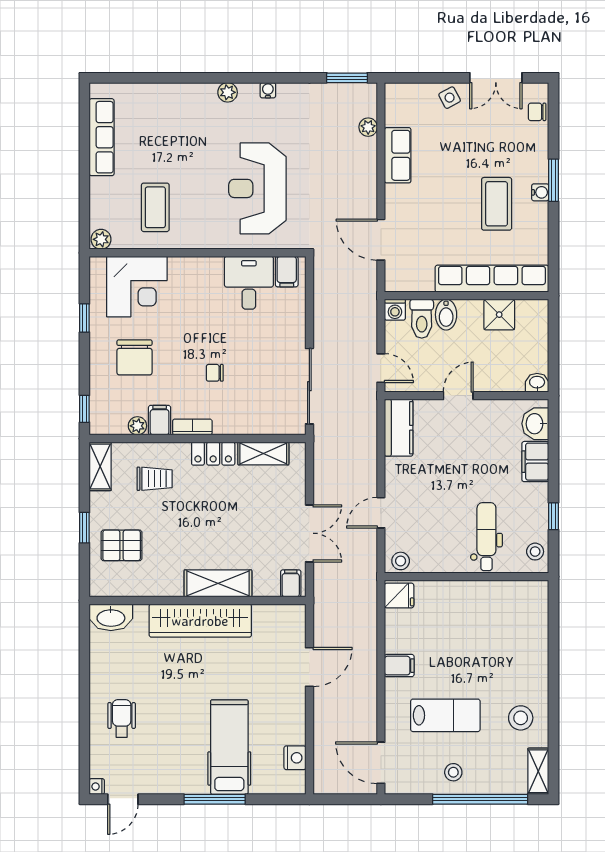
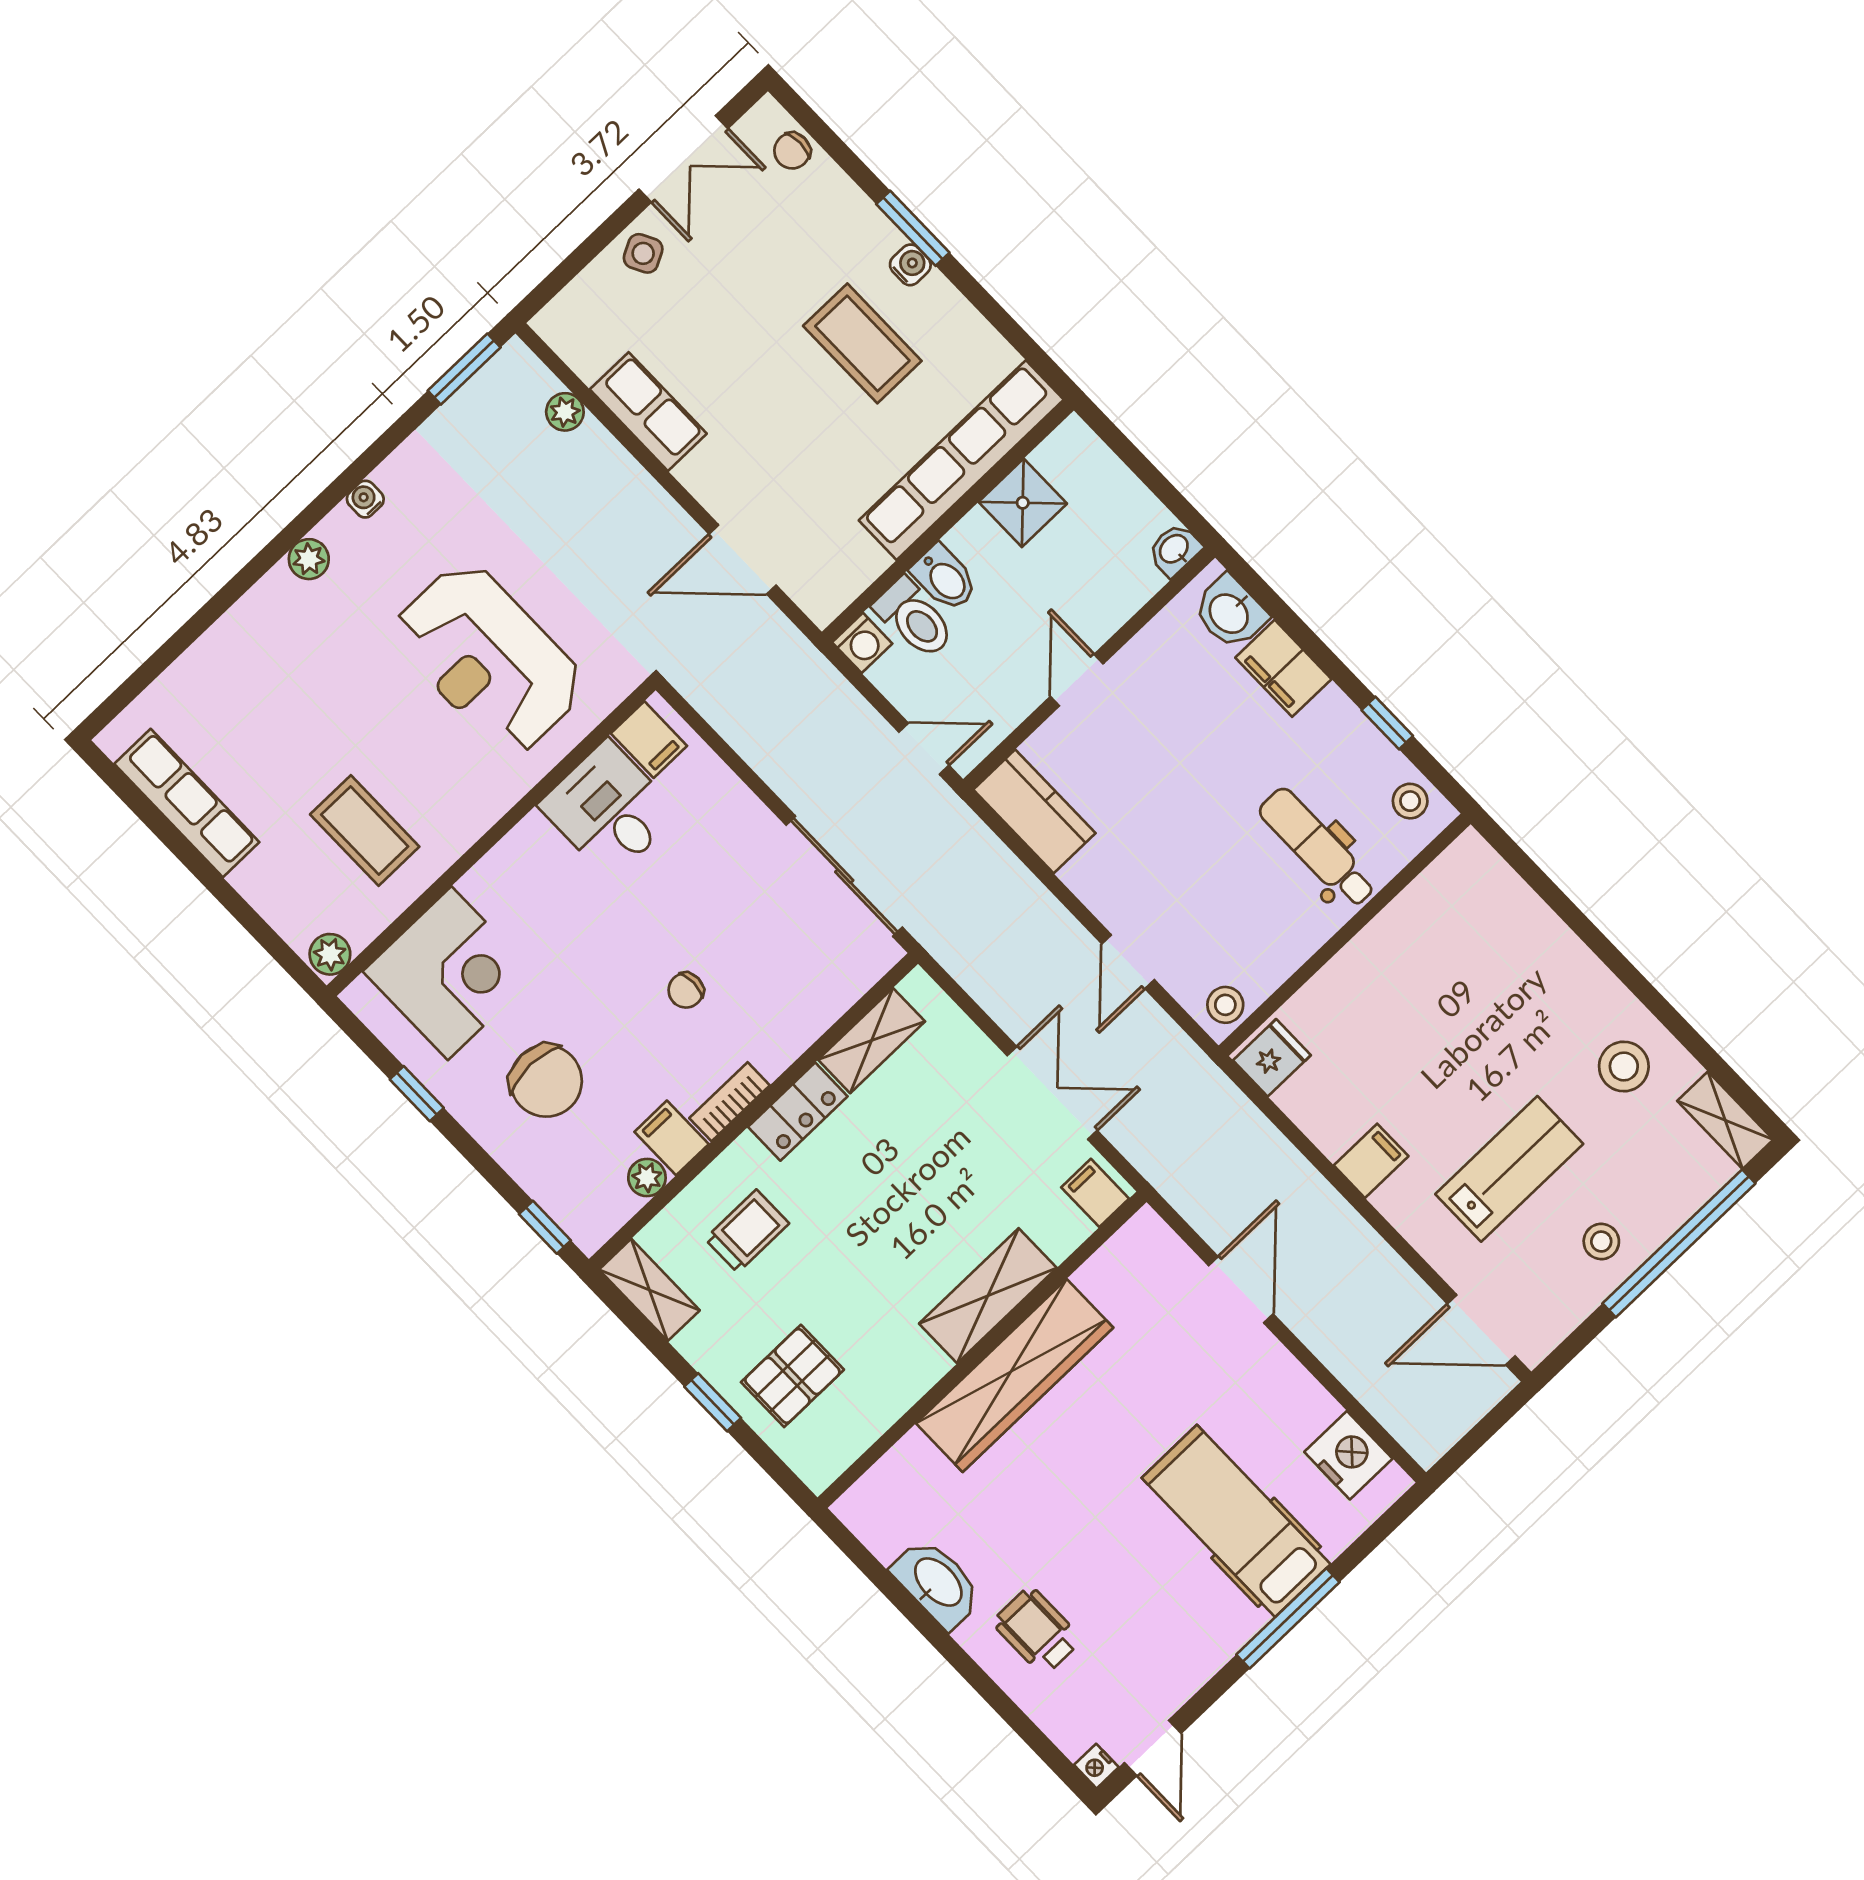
washbasin: (111, 617) -> (937, 1583), moved, turned -90
nightstand: (295, 758) -> (1348, 1455), width x1.36, depth x1.33

